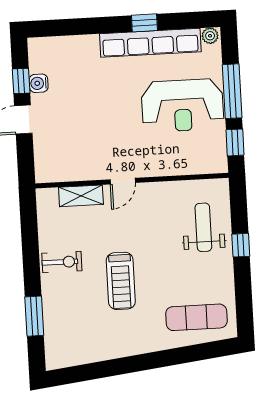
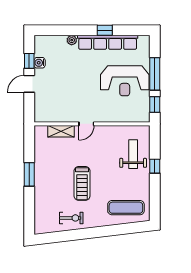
plant: (210, 36) -> (72, 40), moved
exercise bike: (62, 262) -> (71, 218), moved
window: (34, 316) -> (29, 174), moved

